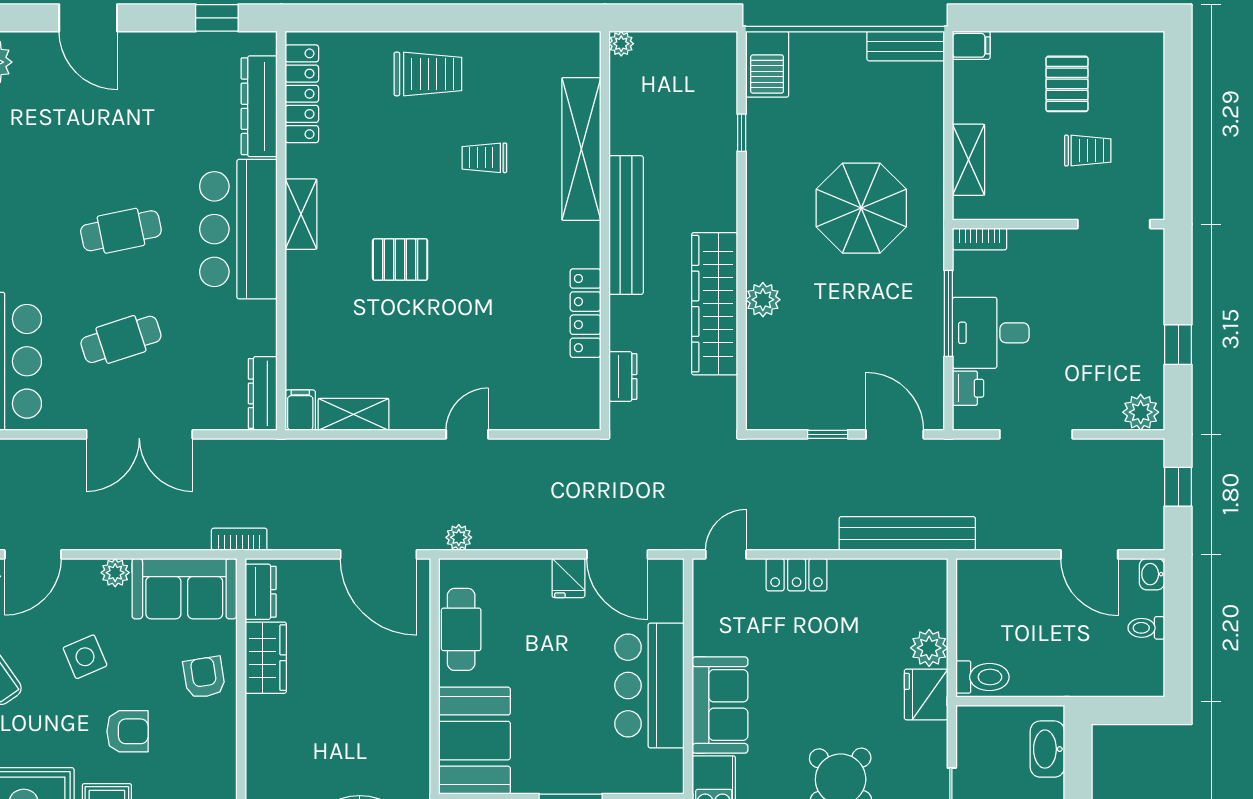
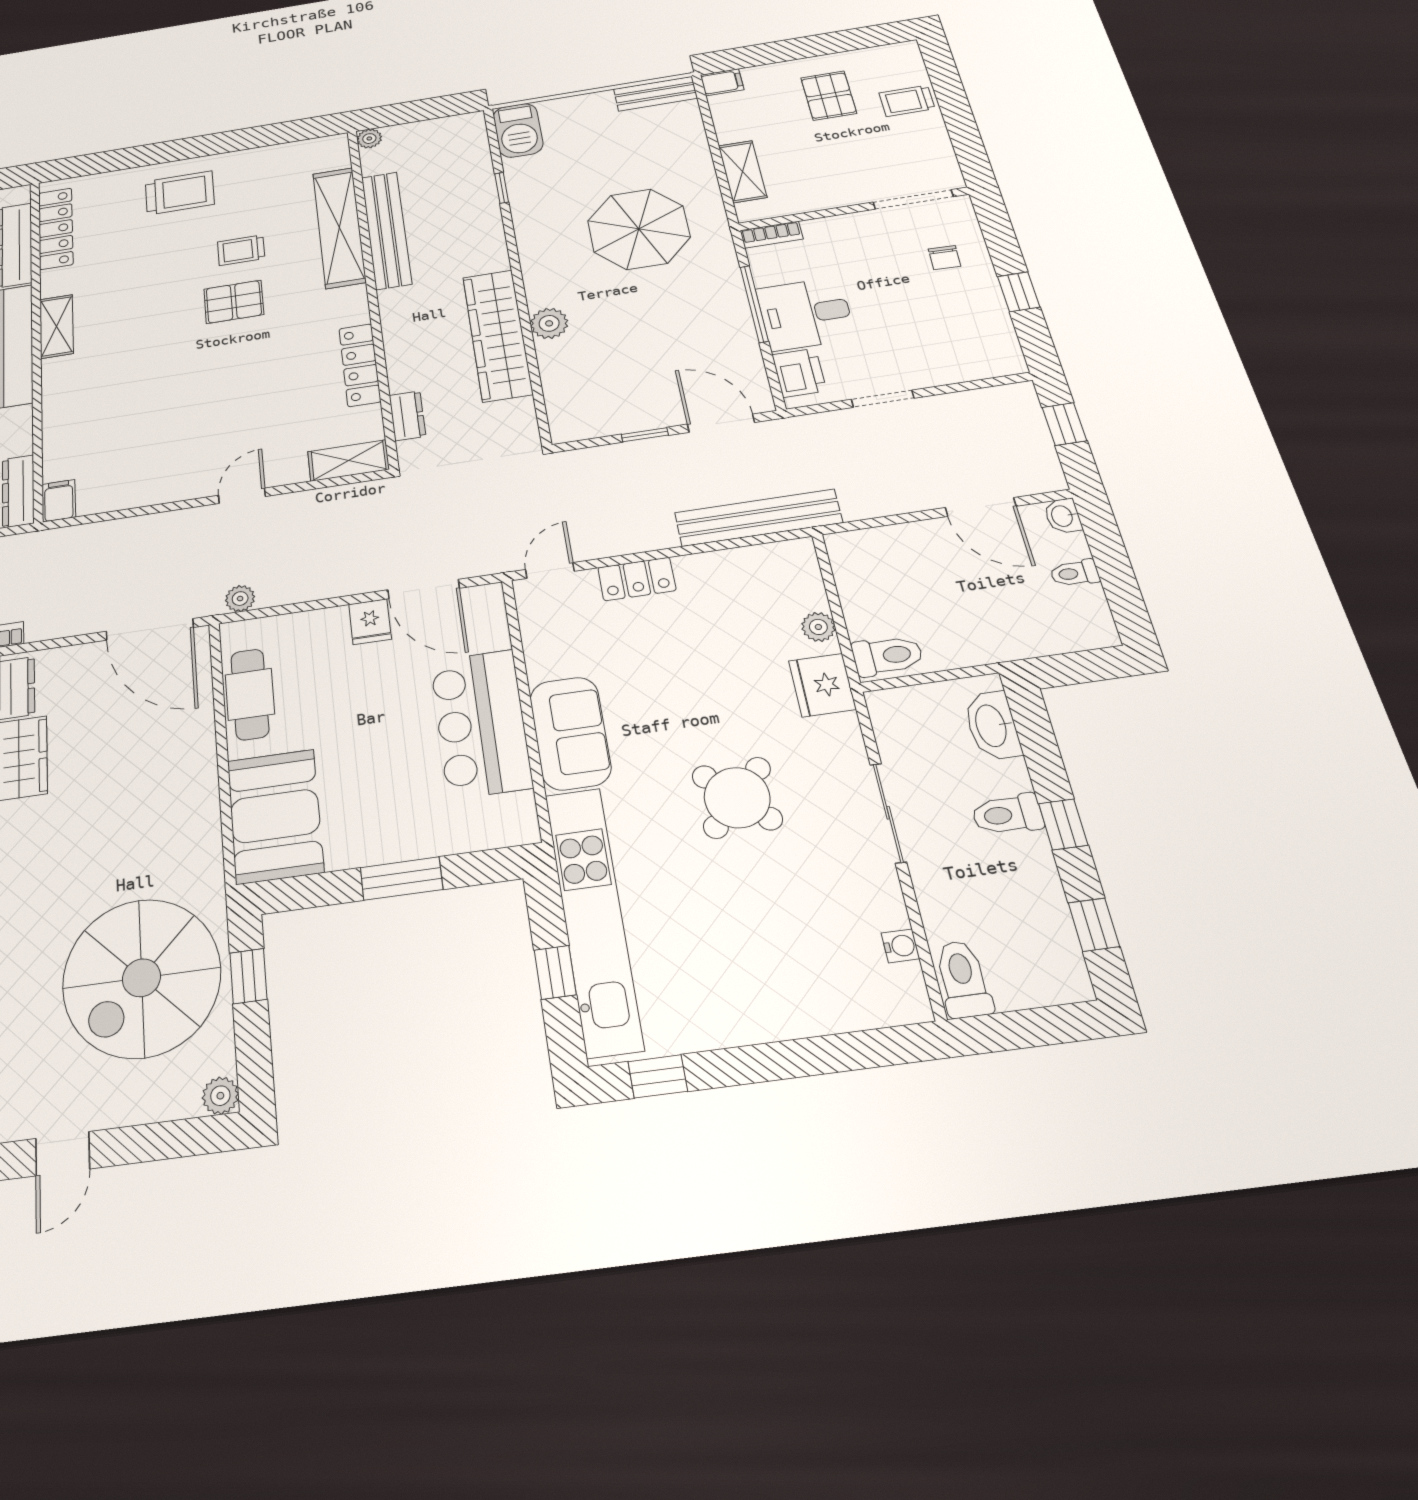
trolley: (1088, 151) -> (907, 101), moved, turned 180
bench: (626, 225) -> (386, 230), moved
pallet: (400, 260) -> (234, 302), moved
chair: (1125, 295) -> (945, 258), added
printer: (968, 388) -> (799, 373), width x1.36, depth x1.24
plant: (1141, 412) -> (997, 360), removed
shelving: (353, 414) -> (348, 461), moved
doorway: (1036, 434) -> (883, 399), width x0.73
plant: (929, 648) -> (818, 627), width x0.73, depth x0.73

